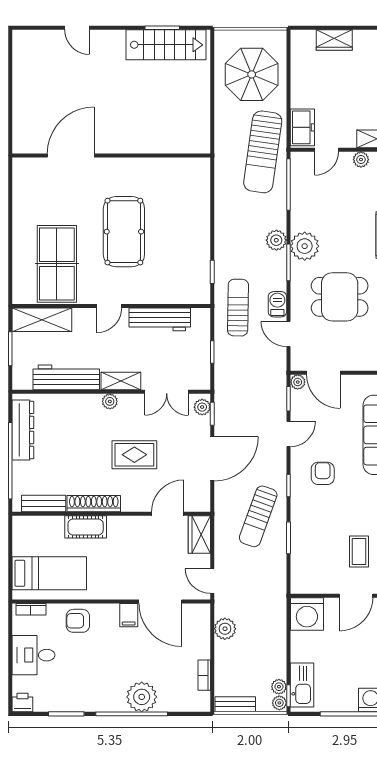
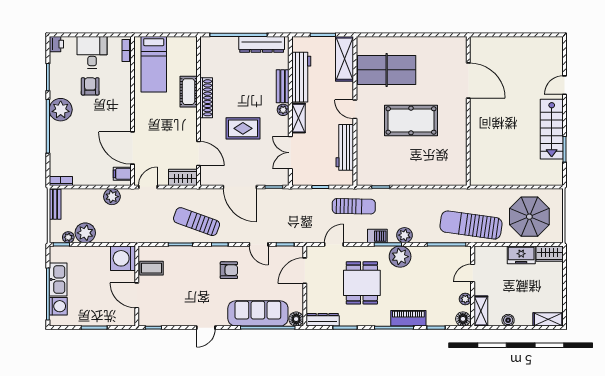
wardrobe: (334, 40) -> (550, 254), moved, turned -90
stairs: (166, 45) -> (552, 129), moved
freezer: (302, 127) -> (521, 255), moved
door: (327, 150) -> (473, 273), hinge flipped
barbecue: (277, 304) -> (377, 236), moved
plant: (298, 382) -> (298, 251), removed
plant: (202, 407) -> (279, 179), removed
rug: (134, 455) -> (243, 128), turned 90
bench: (44, 503) -> (283, 86), moved
coffee table: (359, 551) -> (151, 268), moved
door: (160, 601) -> (132, 148), hinge flipped
filing cabinet: (129, 615) -> (122, 174), moved
armchair: (78, 621) -> (90, 86), moved
bookcase: (204, 675) -> (61, 181), moved
kitchen sink: (302, 685) -> (58, 279), moved, turned -90
plant: (142, 697) -> (61, 110), moved
plant: (279, 703) -> (85, 233), moved, width x1.88, depth x1.88

